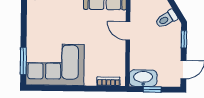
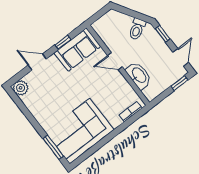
washbasin: (143, 78) -> (139, 75), moved, turned 90
window: (152, 89) -> (179, 83), moved

